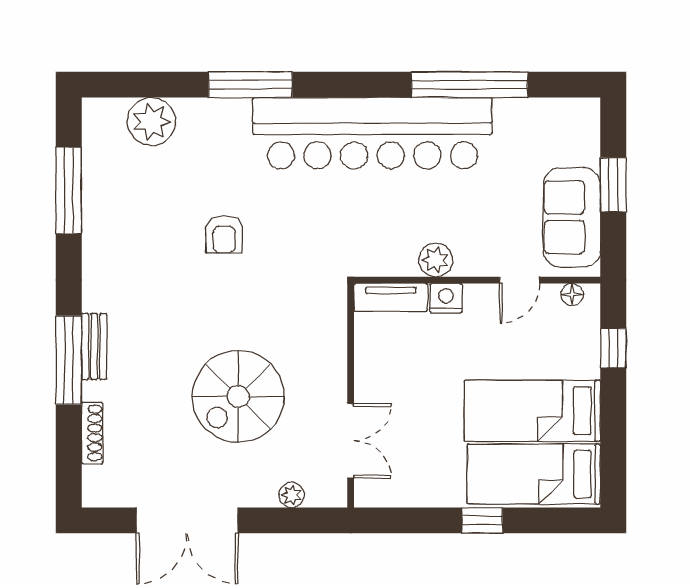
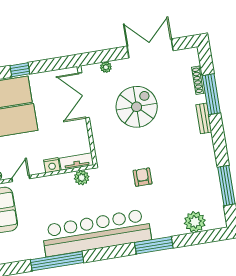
armchair: (224, 234) -> (143, 177), moved
plant: (436, 260) -> (82, 178), moved
window: (69, 360) -> (211, 94), moved
double door: (351, 441) -> (84, 95), width x1.37

